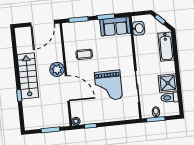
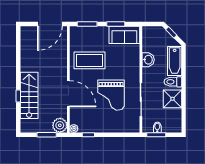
washbasin: (138, 28) -> (148, 60), moved
coffee table: (84, 54) -> (89, 60), width x1.86, depth x1.72
plant: (57, 69) -> (60, 125), moved
stairs: (28, 76) -> (29, 95), moved
toilet: (170, 98) -> (173, 82), moved

